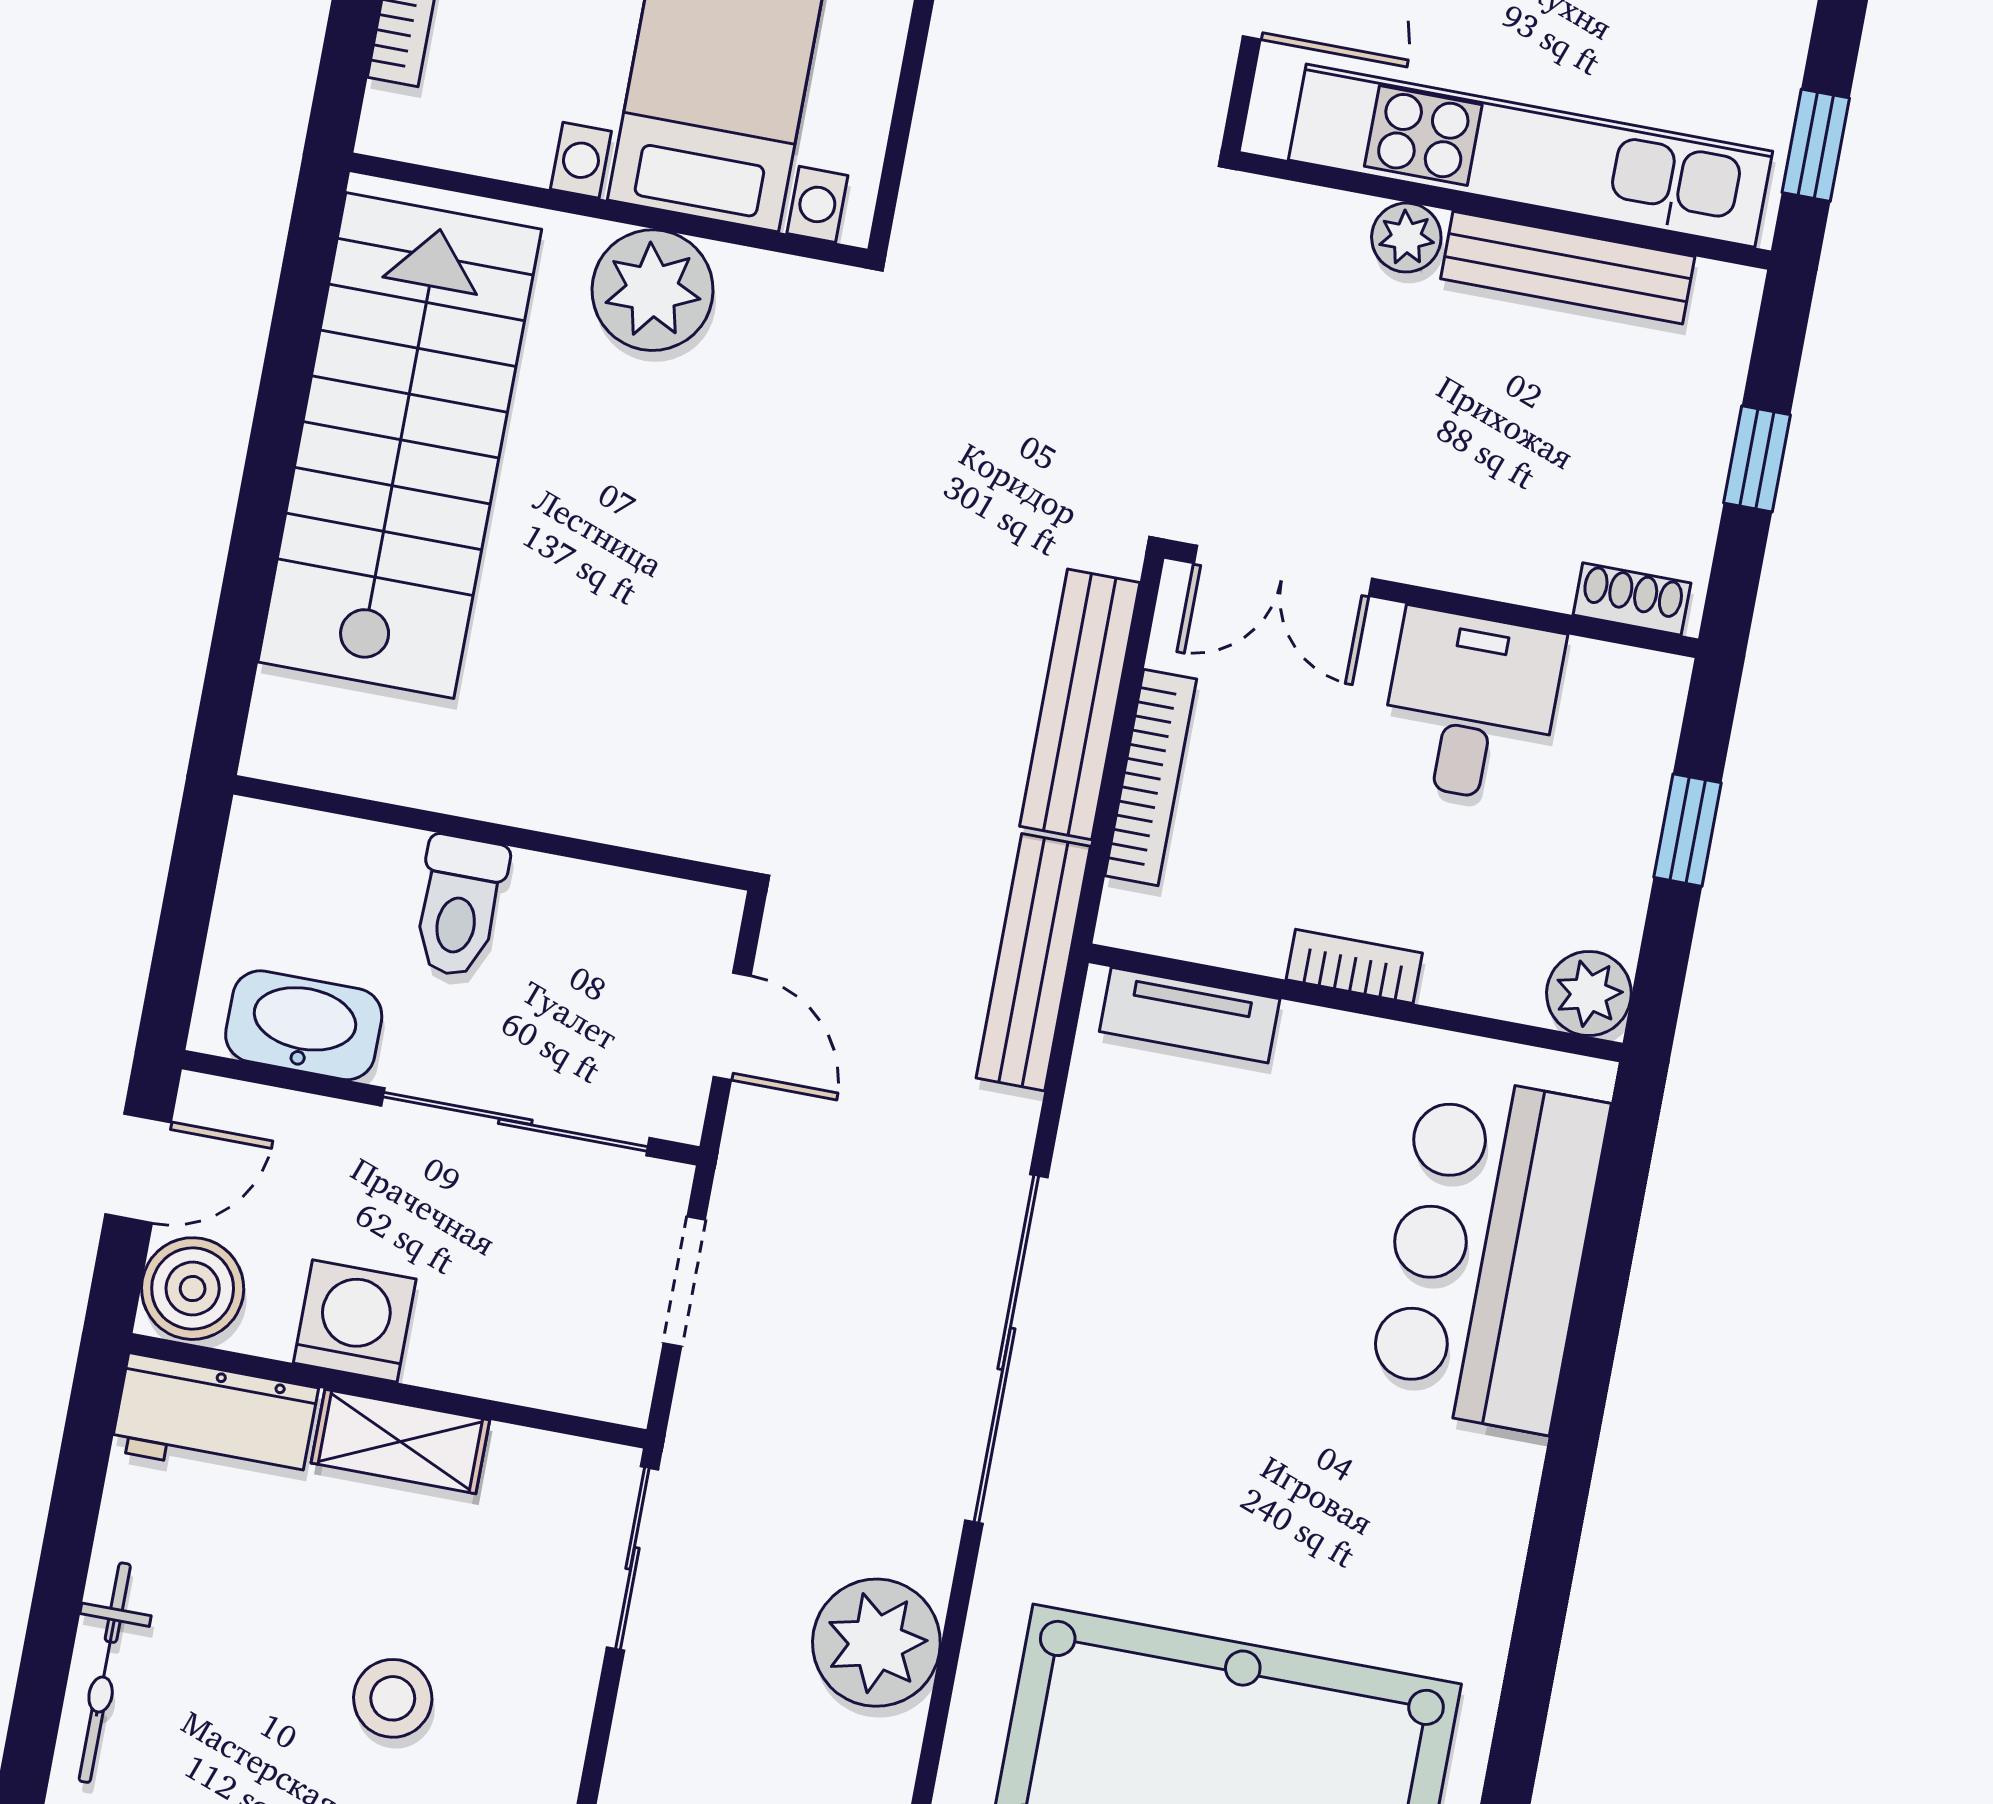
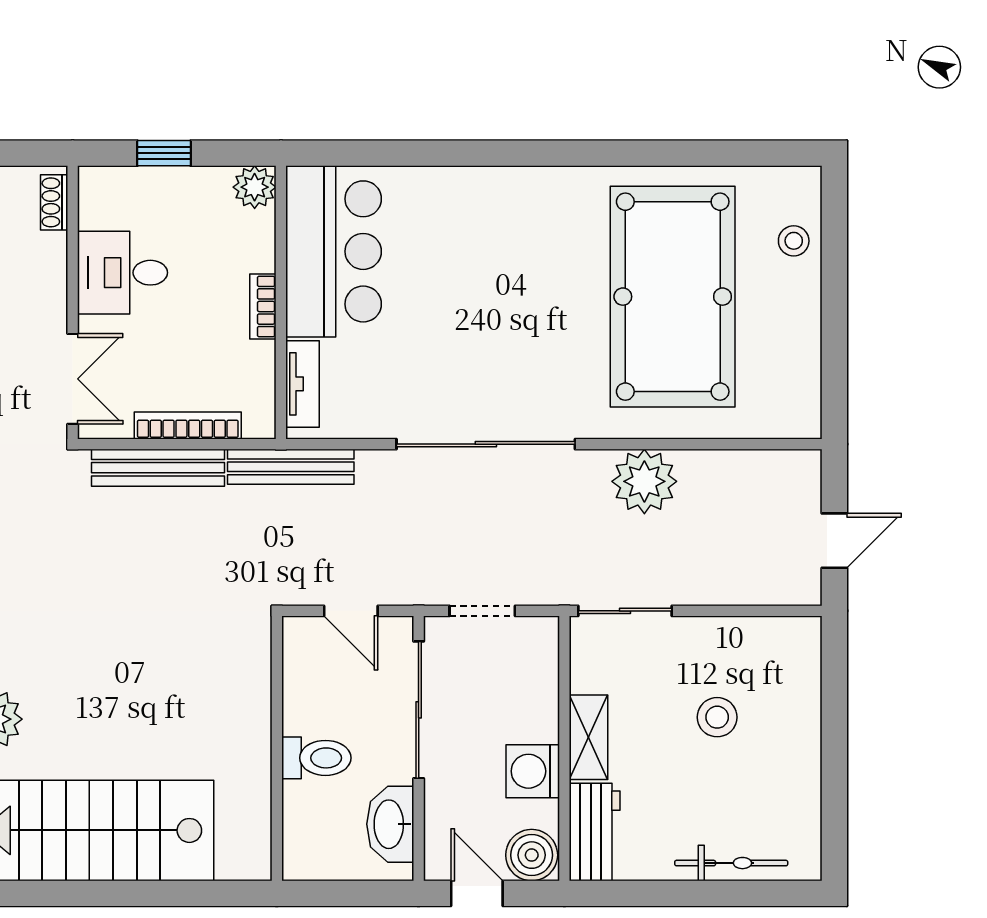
door: (732, 1026) -> (351, 611), swing flipped
bar counter: (1488, 1252) -> (334, 251), moved, turned -90

